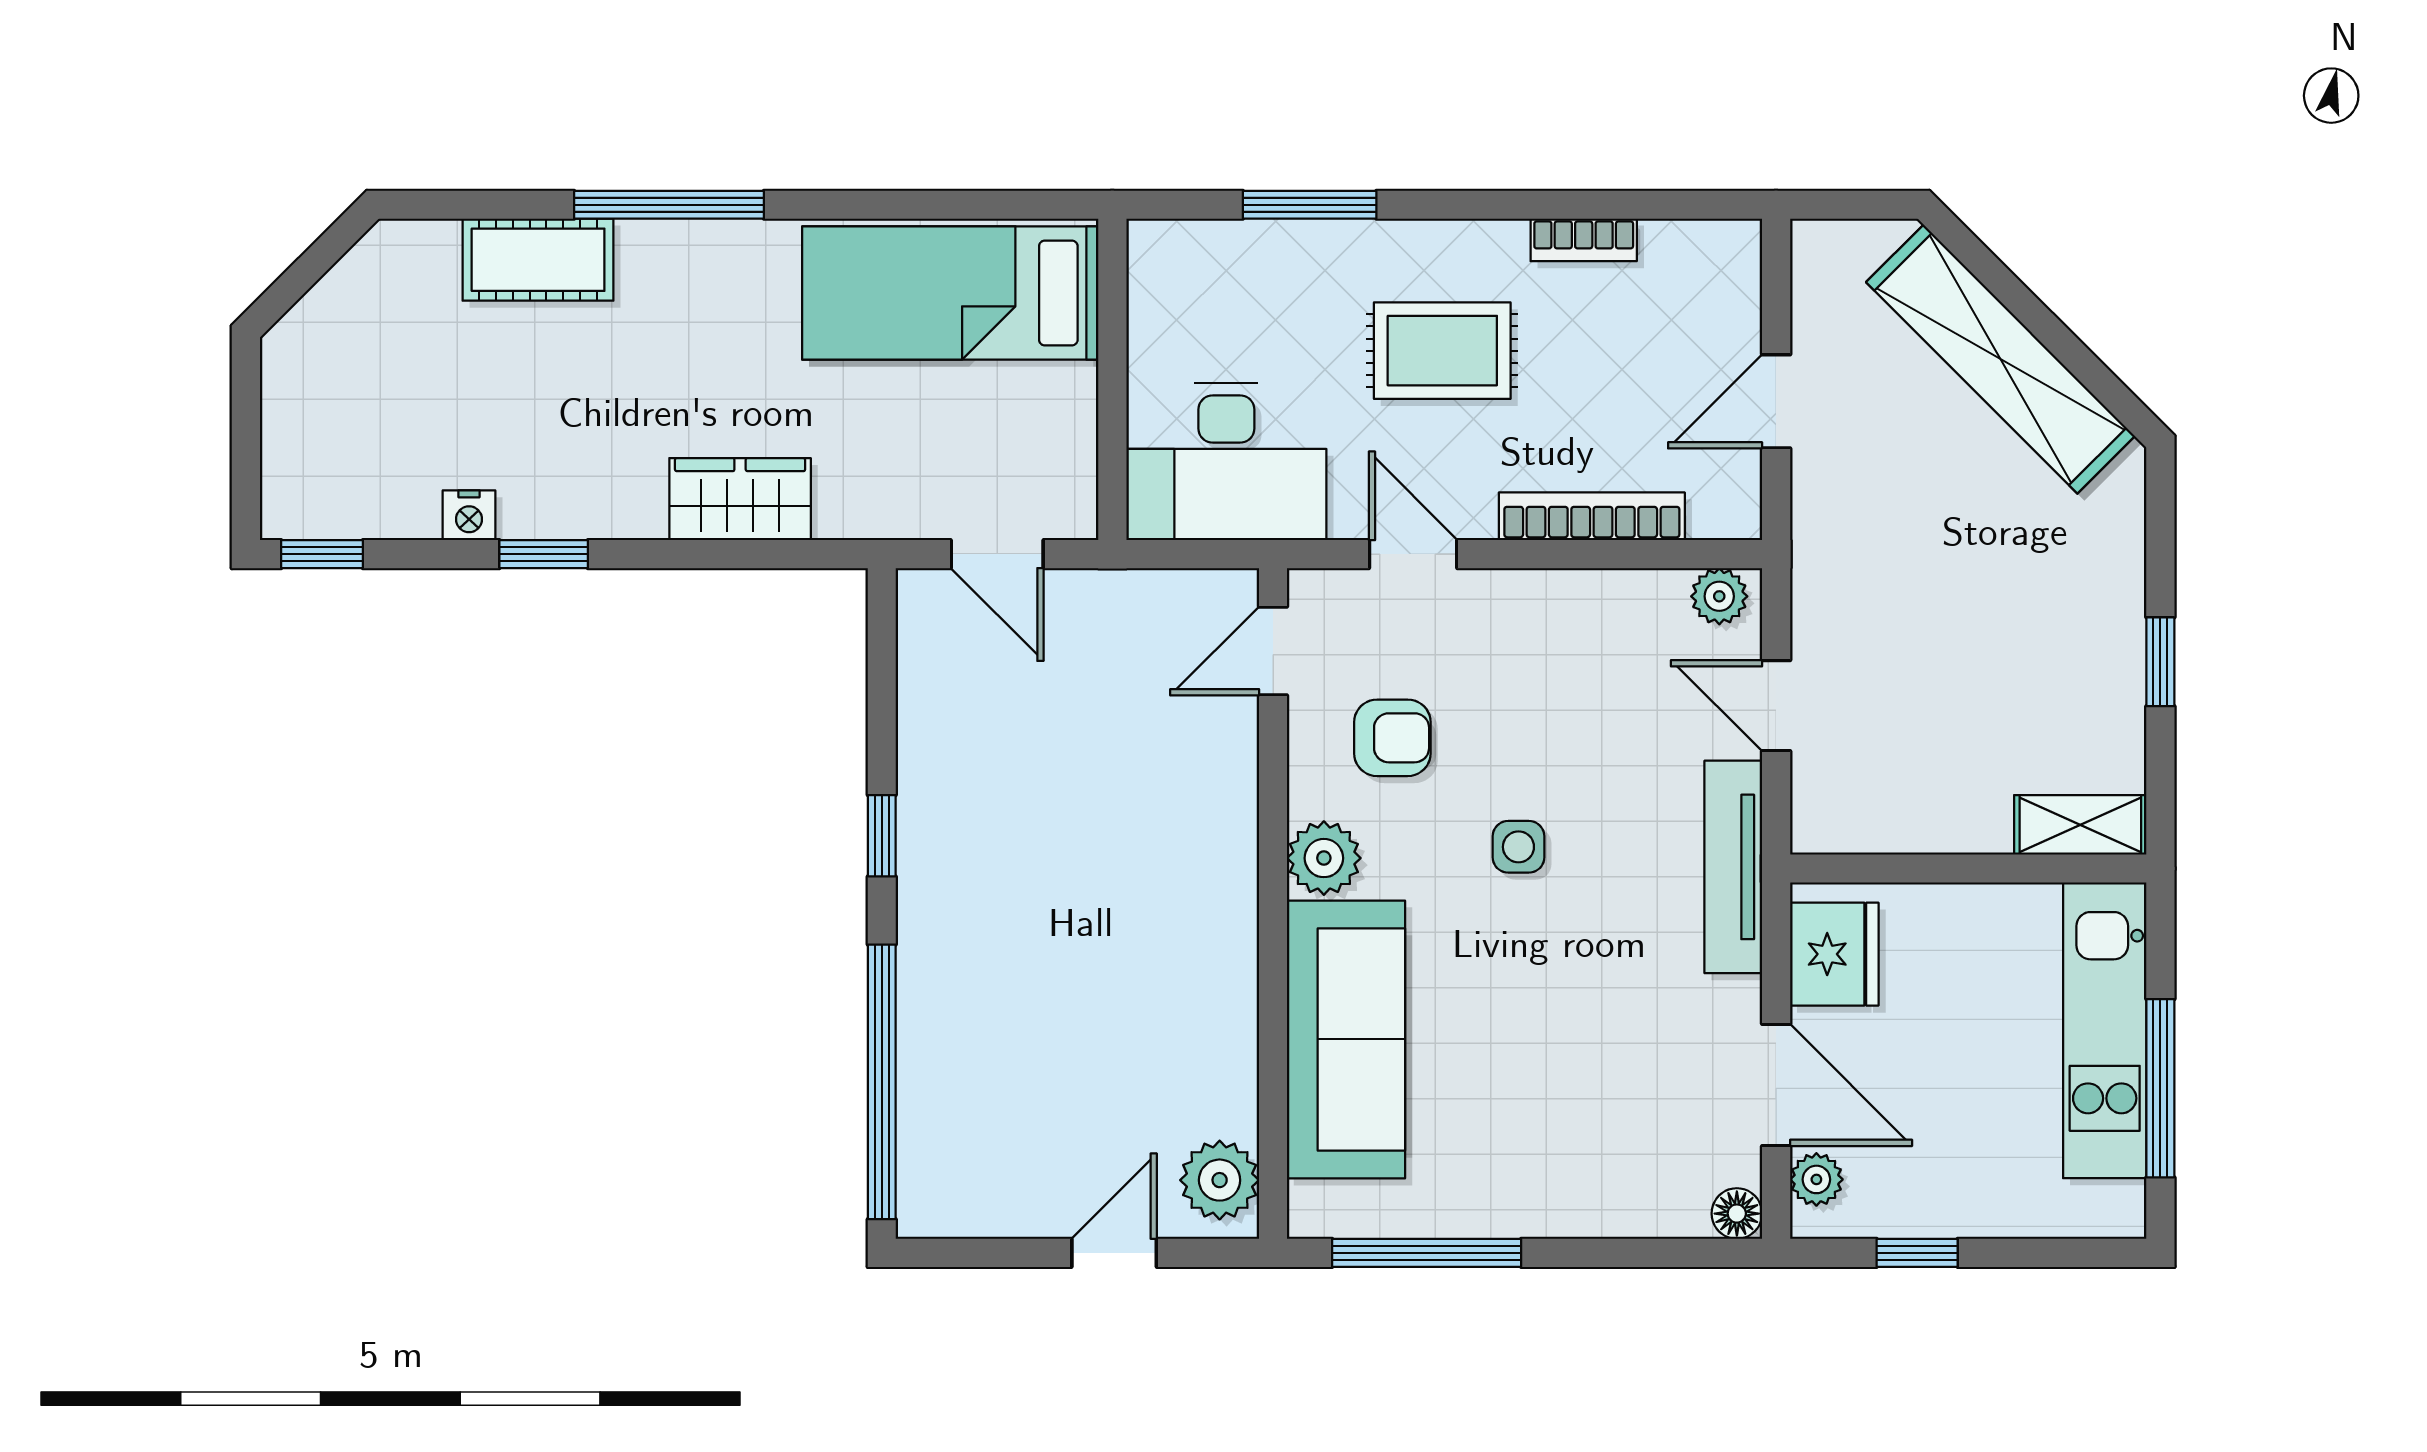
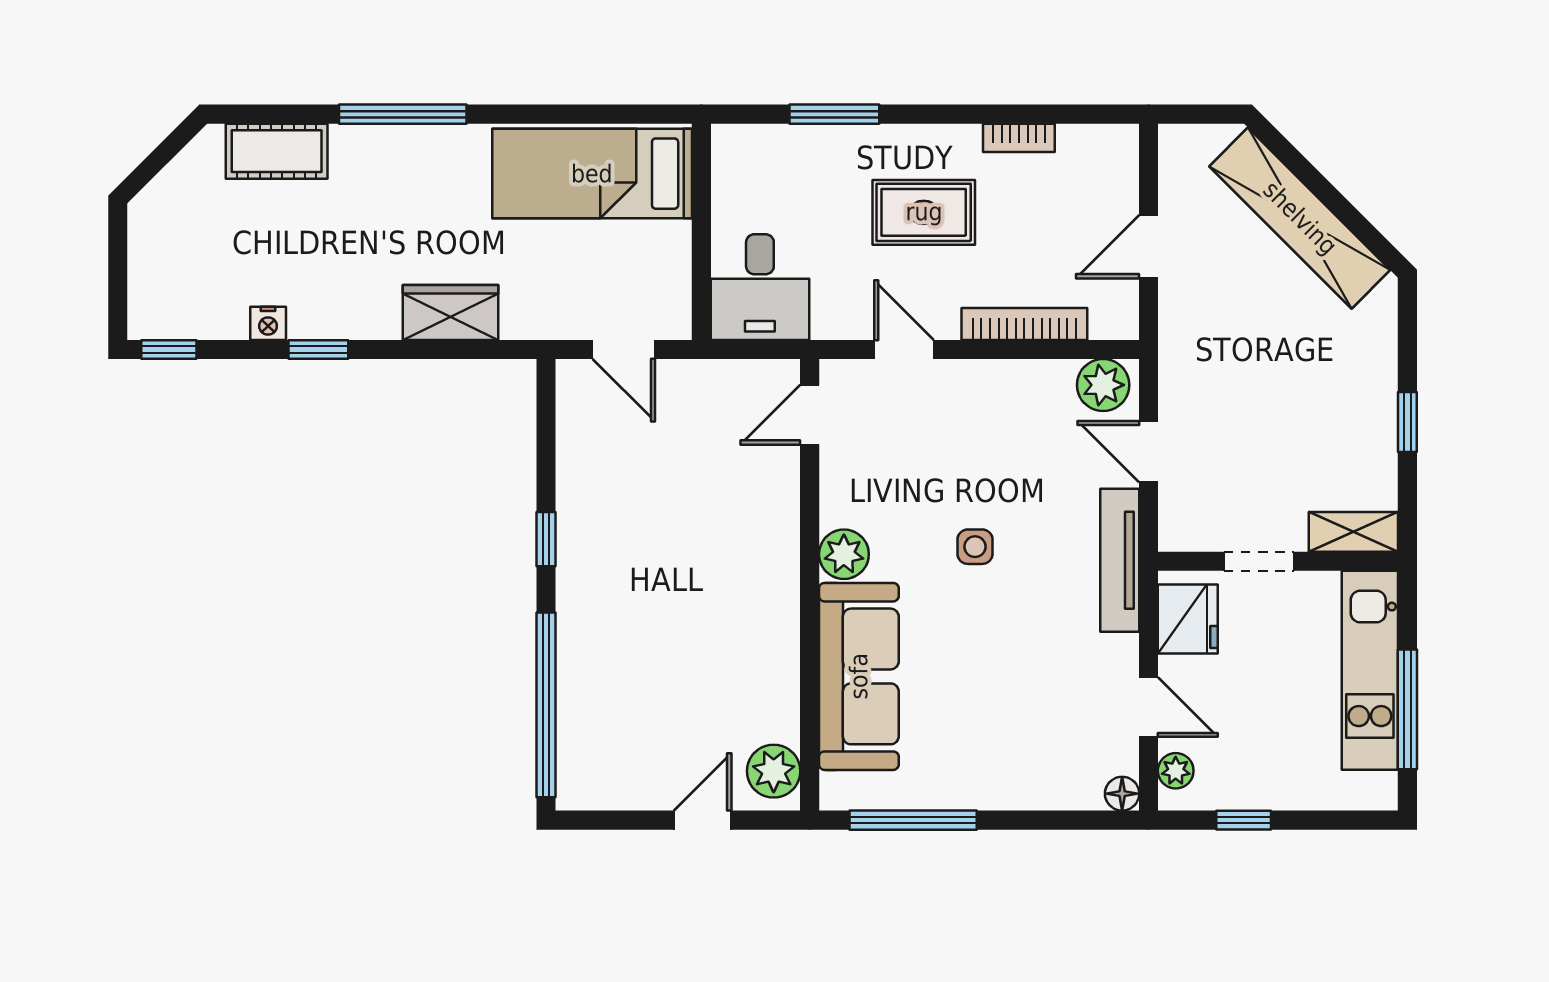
cot: (538, 260) -> (277, 151), moved
desk: (1226, 461) -> (760, 287), width x0.73
plant: (1719, 596) -> (1103, 385), width x1.38, depth x1.38
armchair: (1392, 738) -> (890, 473), removed
doorway: (1940, 869) -> (1259, 561), added
door: (1776, 1085) -> (1149, 707), width x0.73

